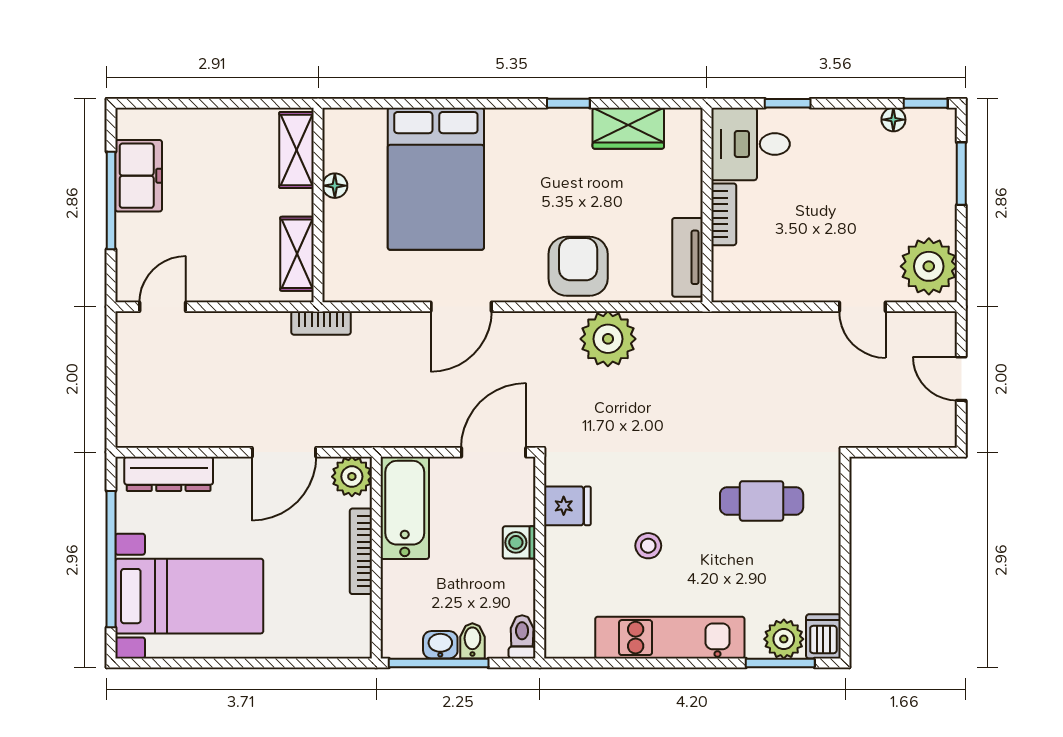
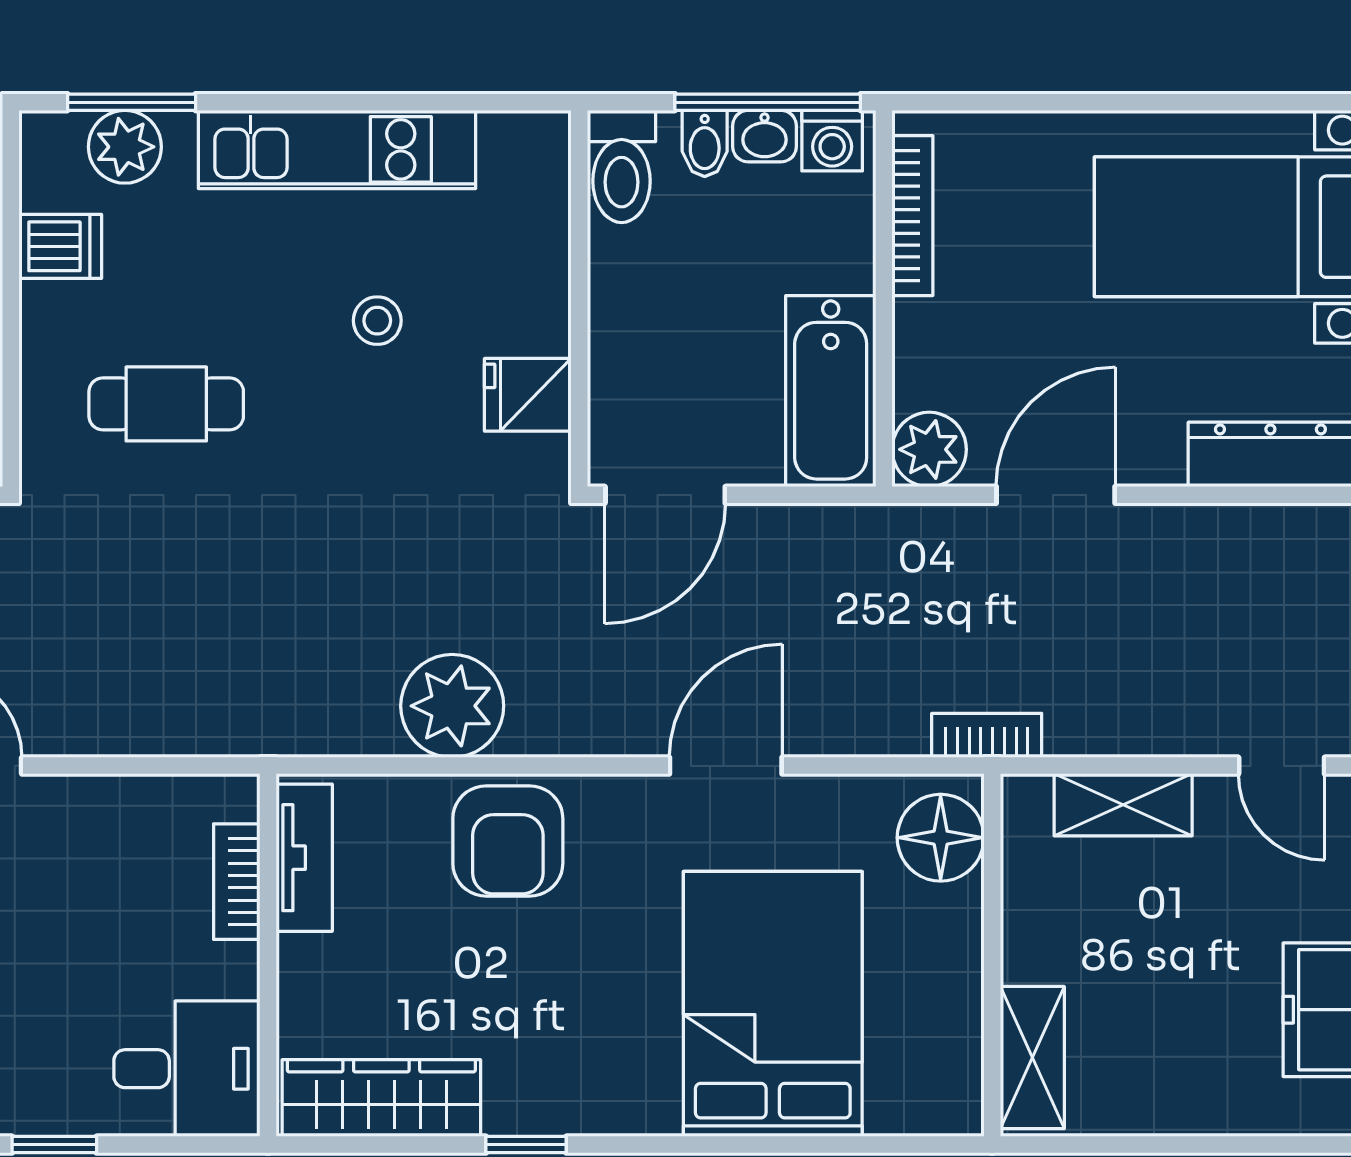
window: (788, 103) -> (54, 1145), moved
wardrobe: (628, 128) -> (381, 1098), width x1.50
floor lamp: (335, 186) -> (941, 838), moved, width x1.89, depth x1.89
bookcase: (724, 214) -> (237, 882), moved
shelving: (297, 254) -> (1123, 805), moved, turned 90
door: (163, 307) -> (1282, 766), hinge flipped
washing machine: (519, 542) -> (832, 141), moved, turned 90
bookcase: (361, 551) -> (912, 216), moved
dishwasher: (823, 636) -> (60, 246), moved, turned -90
toilet: (522, 637) -> (622, 166), width x1.37, depth x1.39

